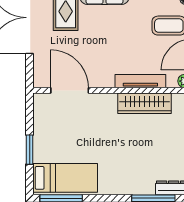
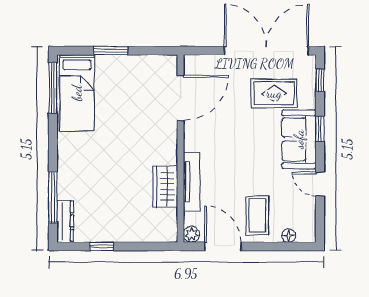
wardrobe: (144, 103) -> (165, 187), width x0.67

